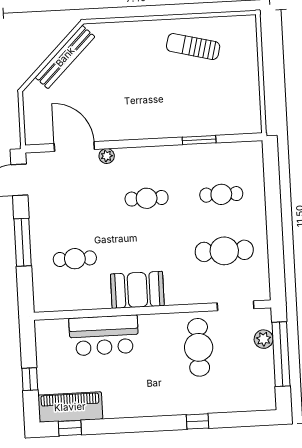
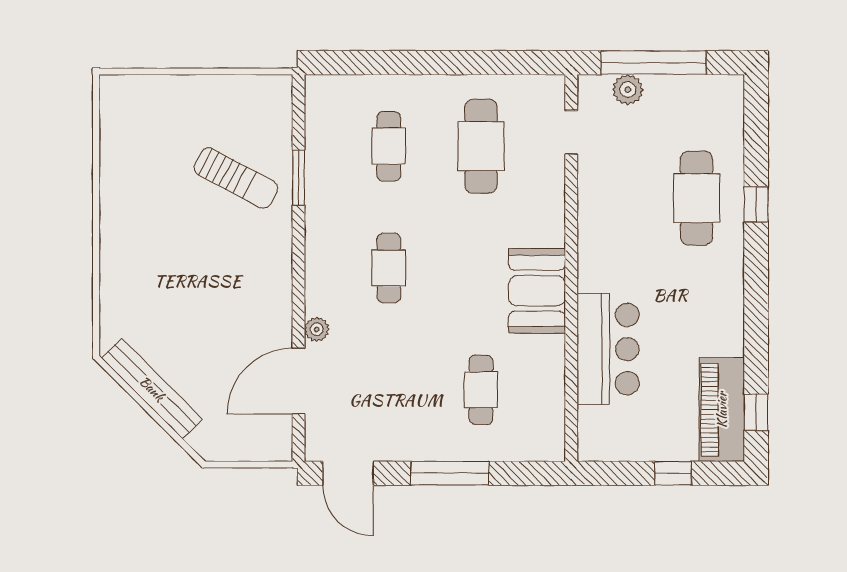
sun lounger: (193, 47) -> (236, 178), moved, turned -76
doorway: (236, 306) -> (571, 132), width x0.73
cafe table: (199, 347) -> (697, 198), moved, turned 90

